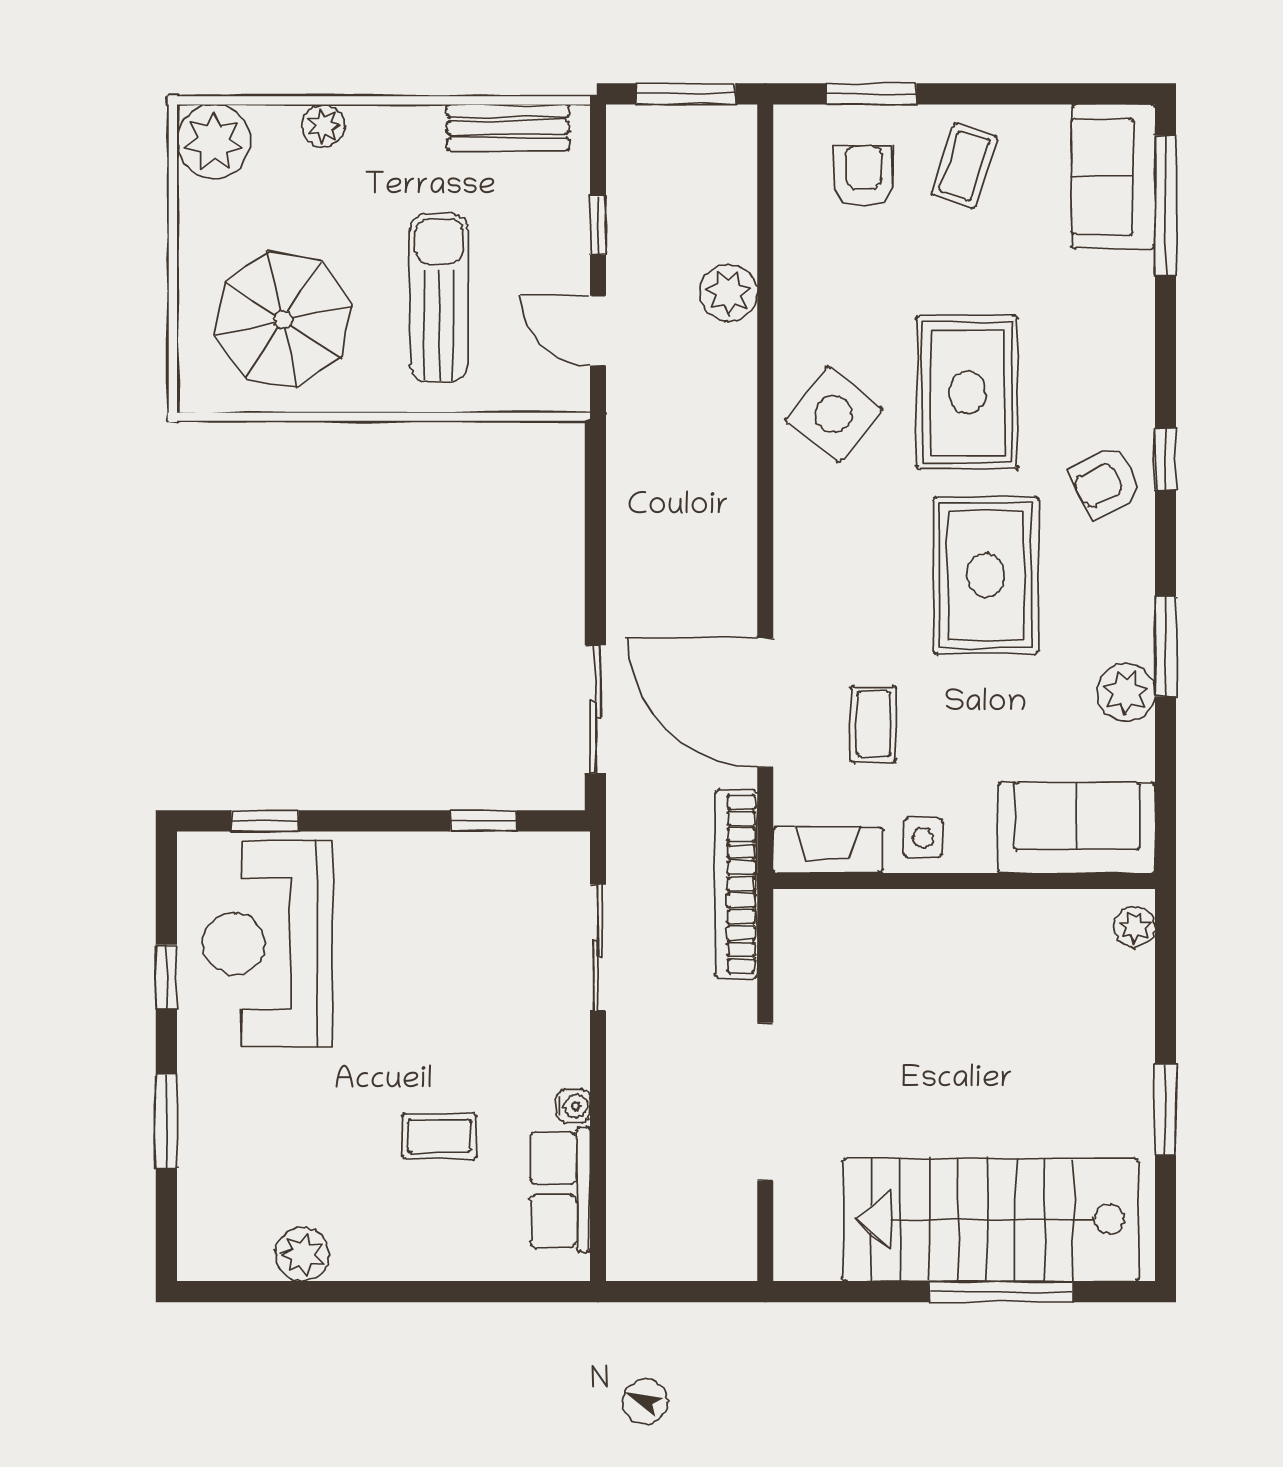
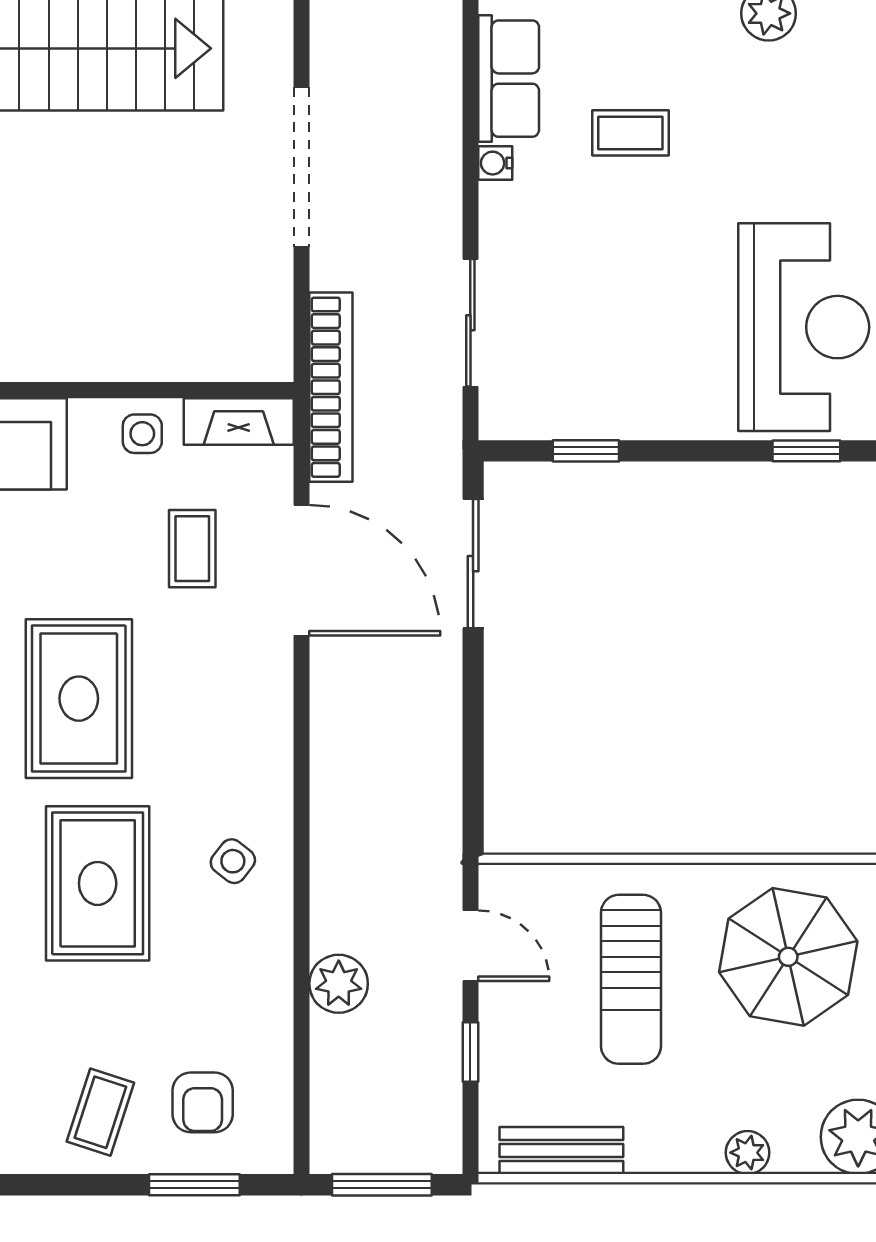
side table: (833, 414) -> (233, 861), width x0.54, depth x0.54

